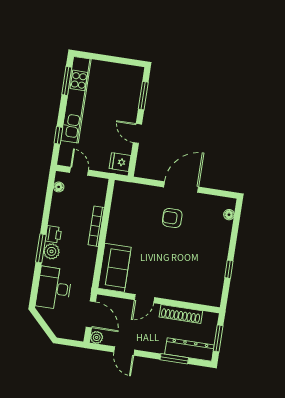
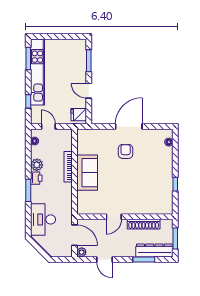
armchair: (172, 218) -> (126, 151), turned 90
plant: (52, 251) -> (37, 165), moved
sofa: (114, 268) -> (87, 173), moved

